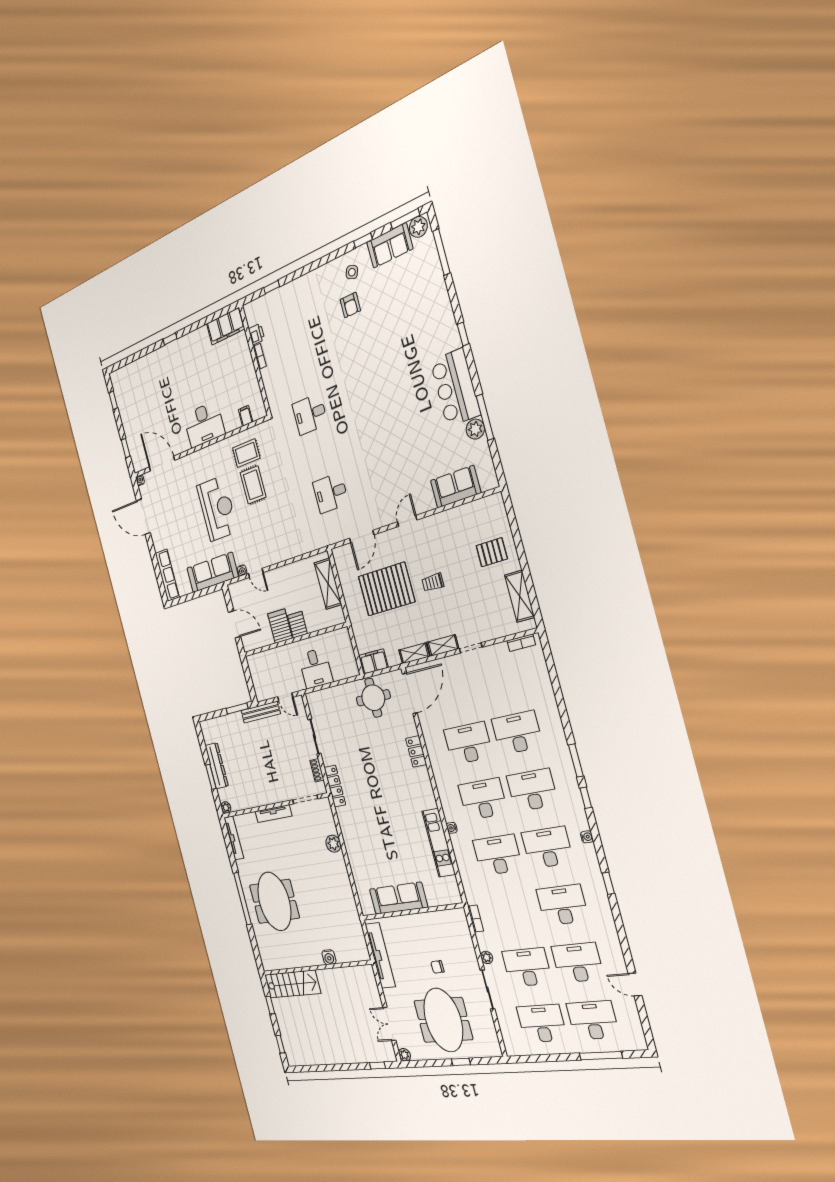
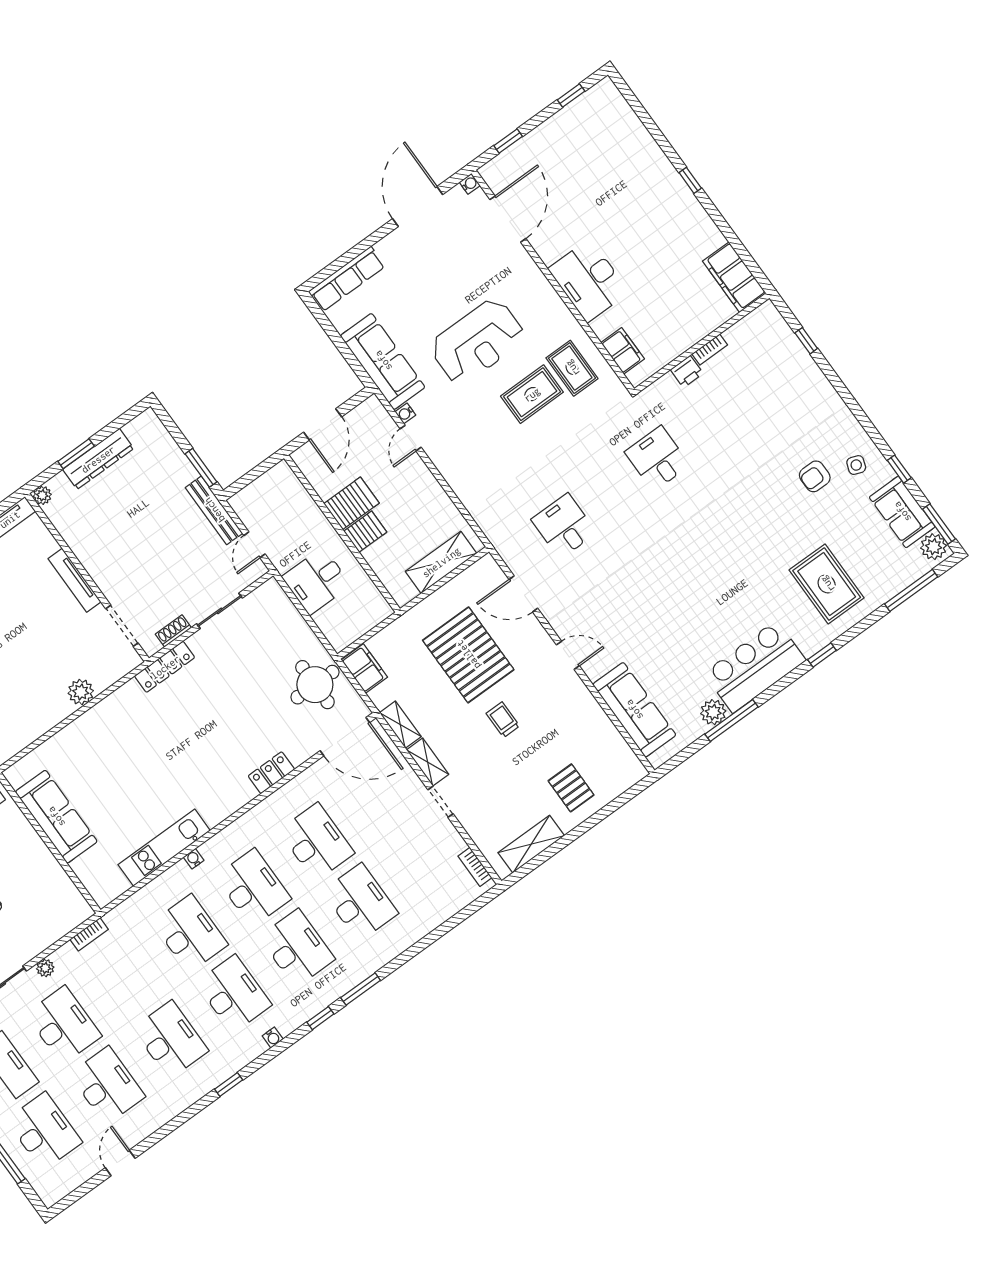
rug: (418, 316) -> (827, 584), added
printer: (256, 334) -> (687, 372), moved
filing cabinet: (246, 416) -> (623, 351), width x2.00
sofa: (456, 487) -> (634, 710), width x1.36

